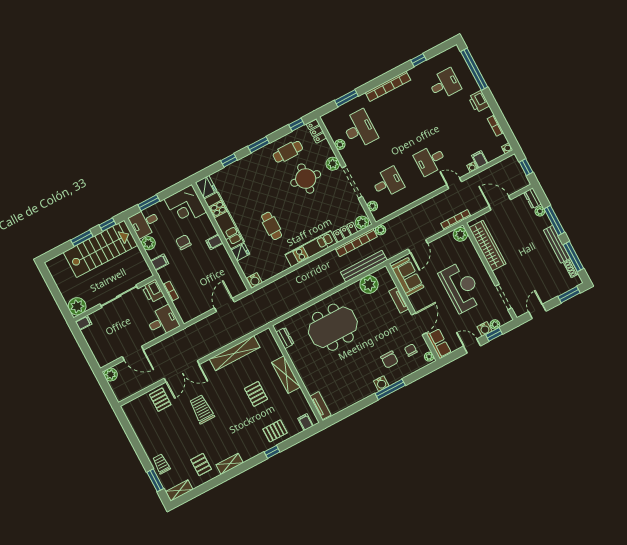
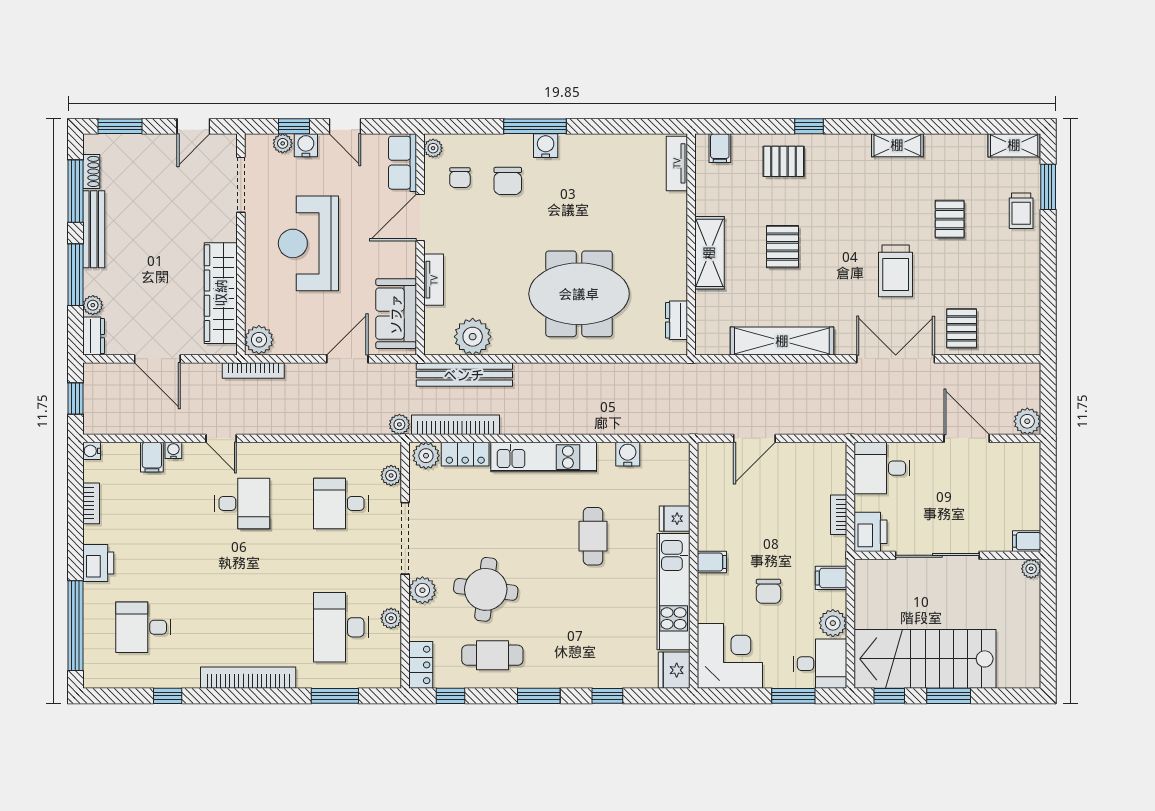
water cooler: (255, 280) -> (628, 454), moved
plant: (77, 306) -> (1031, 569), width x0.53, depth x0.53
chair: (389, 360) -> (508, 181), turned 180
pallet: (201, 465) -> (950, 219), moved

